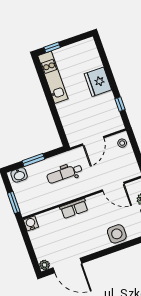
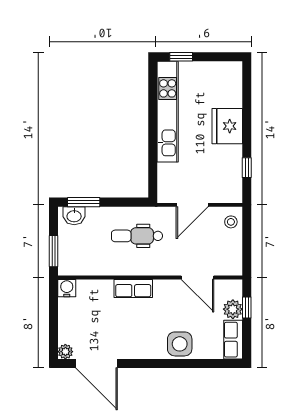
kitchen unit: (53, 77) -> (168, 112), width x1.36
window: (33, 160) -> (84, 202), moved

